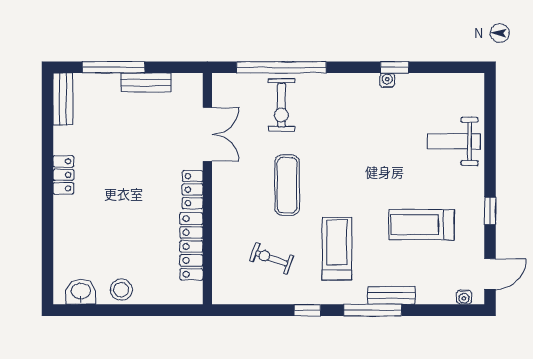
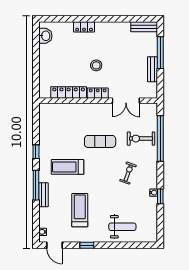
weight bench: (454, 141) -> (122, 227), turned 90
locker: (63, 175) -> (84, 27), moved
treadmill: (337, 249) -> (68, 167), turned 180
exercise bike: (272, 258) -> (128, 173), moved
stool: (121, 290) -> (96, 65), moved

